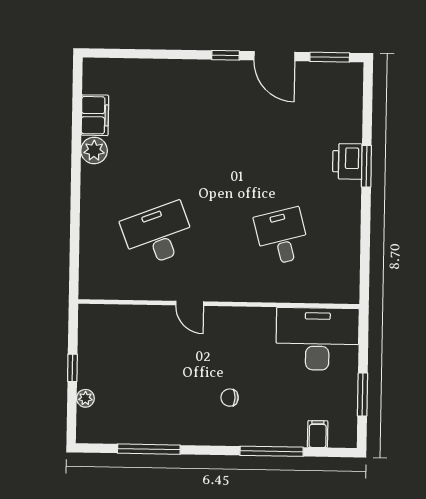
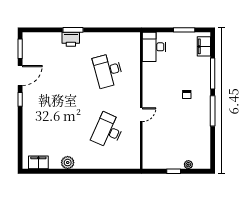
filing cabinet: (95, 115) -> (38, 162), moved
desk: (158, 234) -> (108, 131), turned 45
desk: (282, 237) -> (108, 70), width x1.37
desk: (317, 339) -> (154, 47), width x0.73, depth x0.77
filing cabinet: (318, 434) -> (204, 46), width x2.00
window: (149, 449) -> (213, 111), moved

